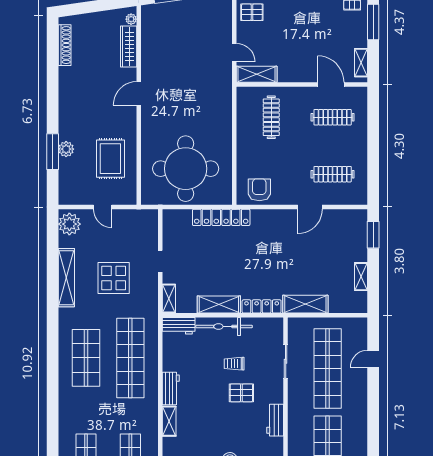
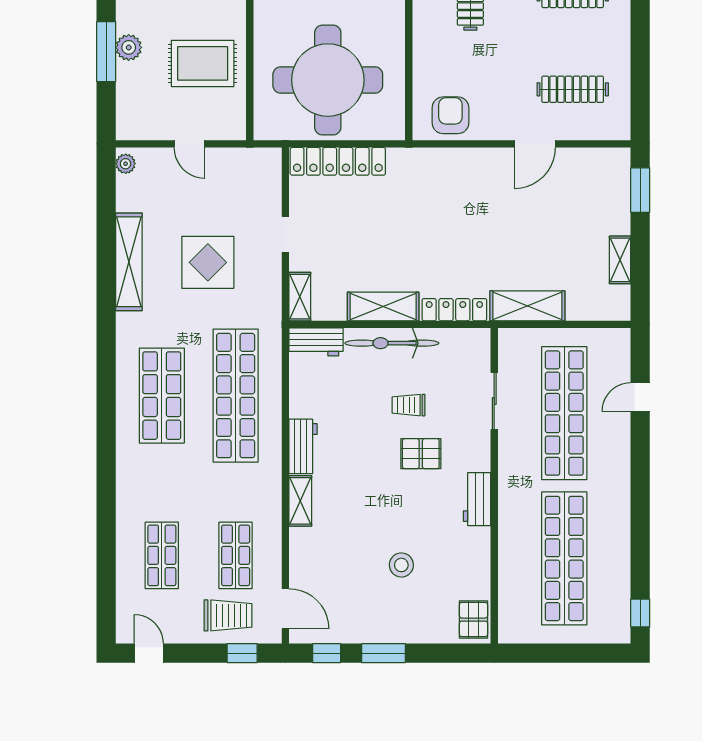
rug: (110, 159) -> (203, 63), turned 90
locker: (221, 217) -> (338, 161), moved
plant: (69, 224) -> (126, 164), width x0.53, depth x0.53

